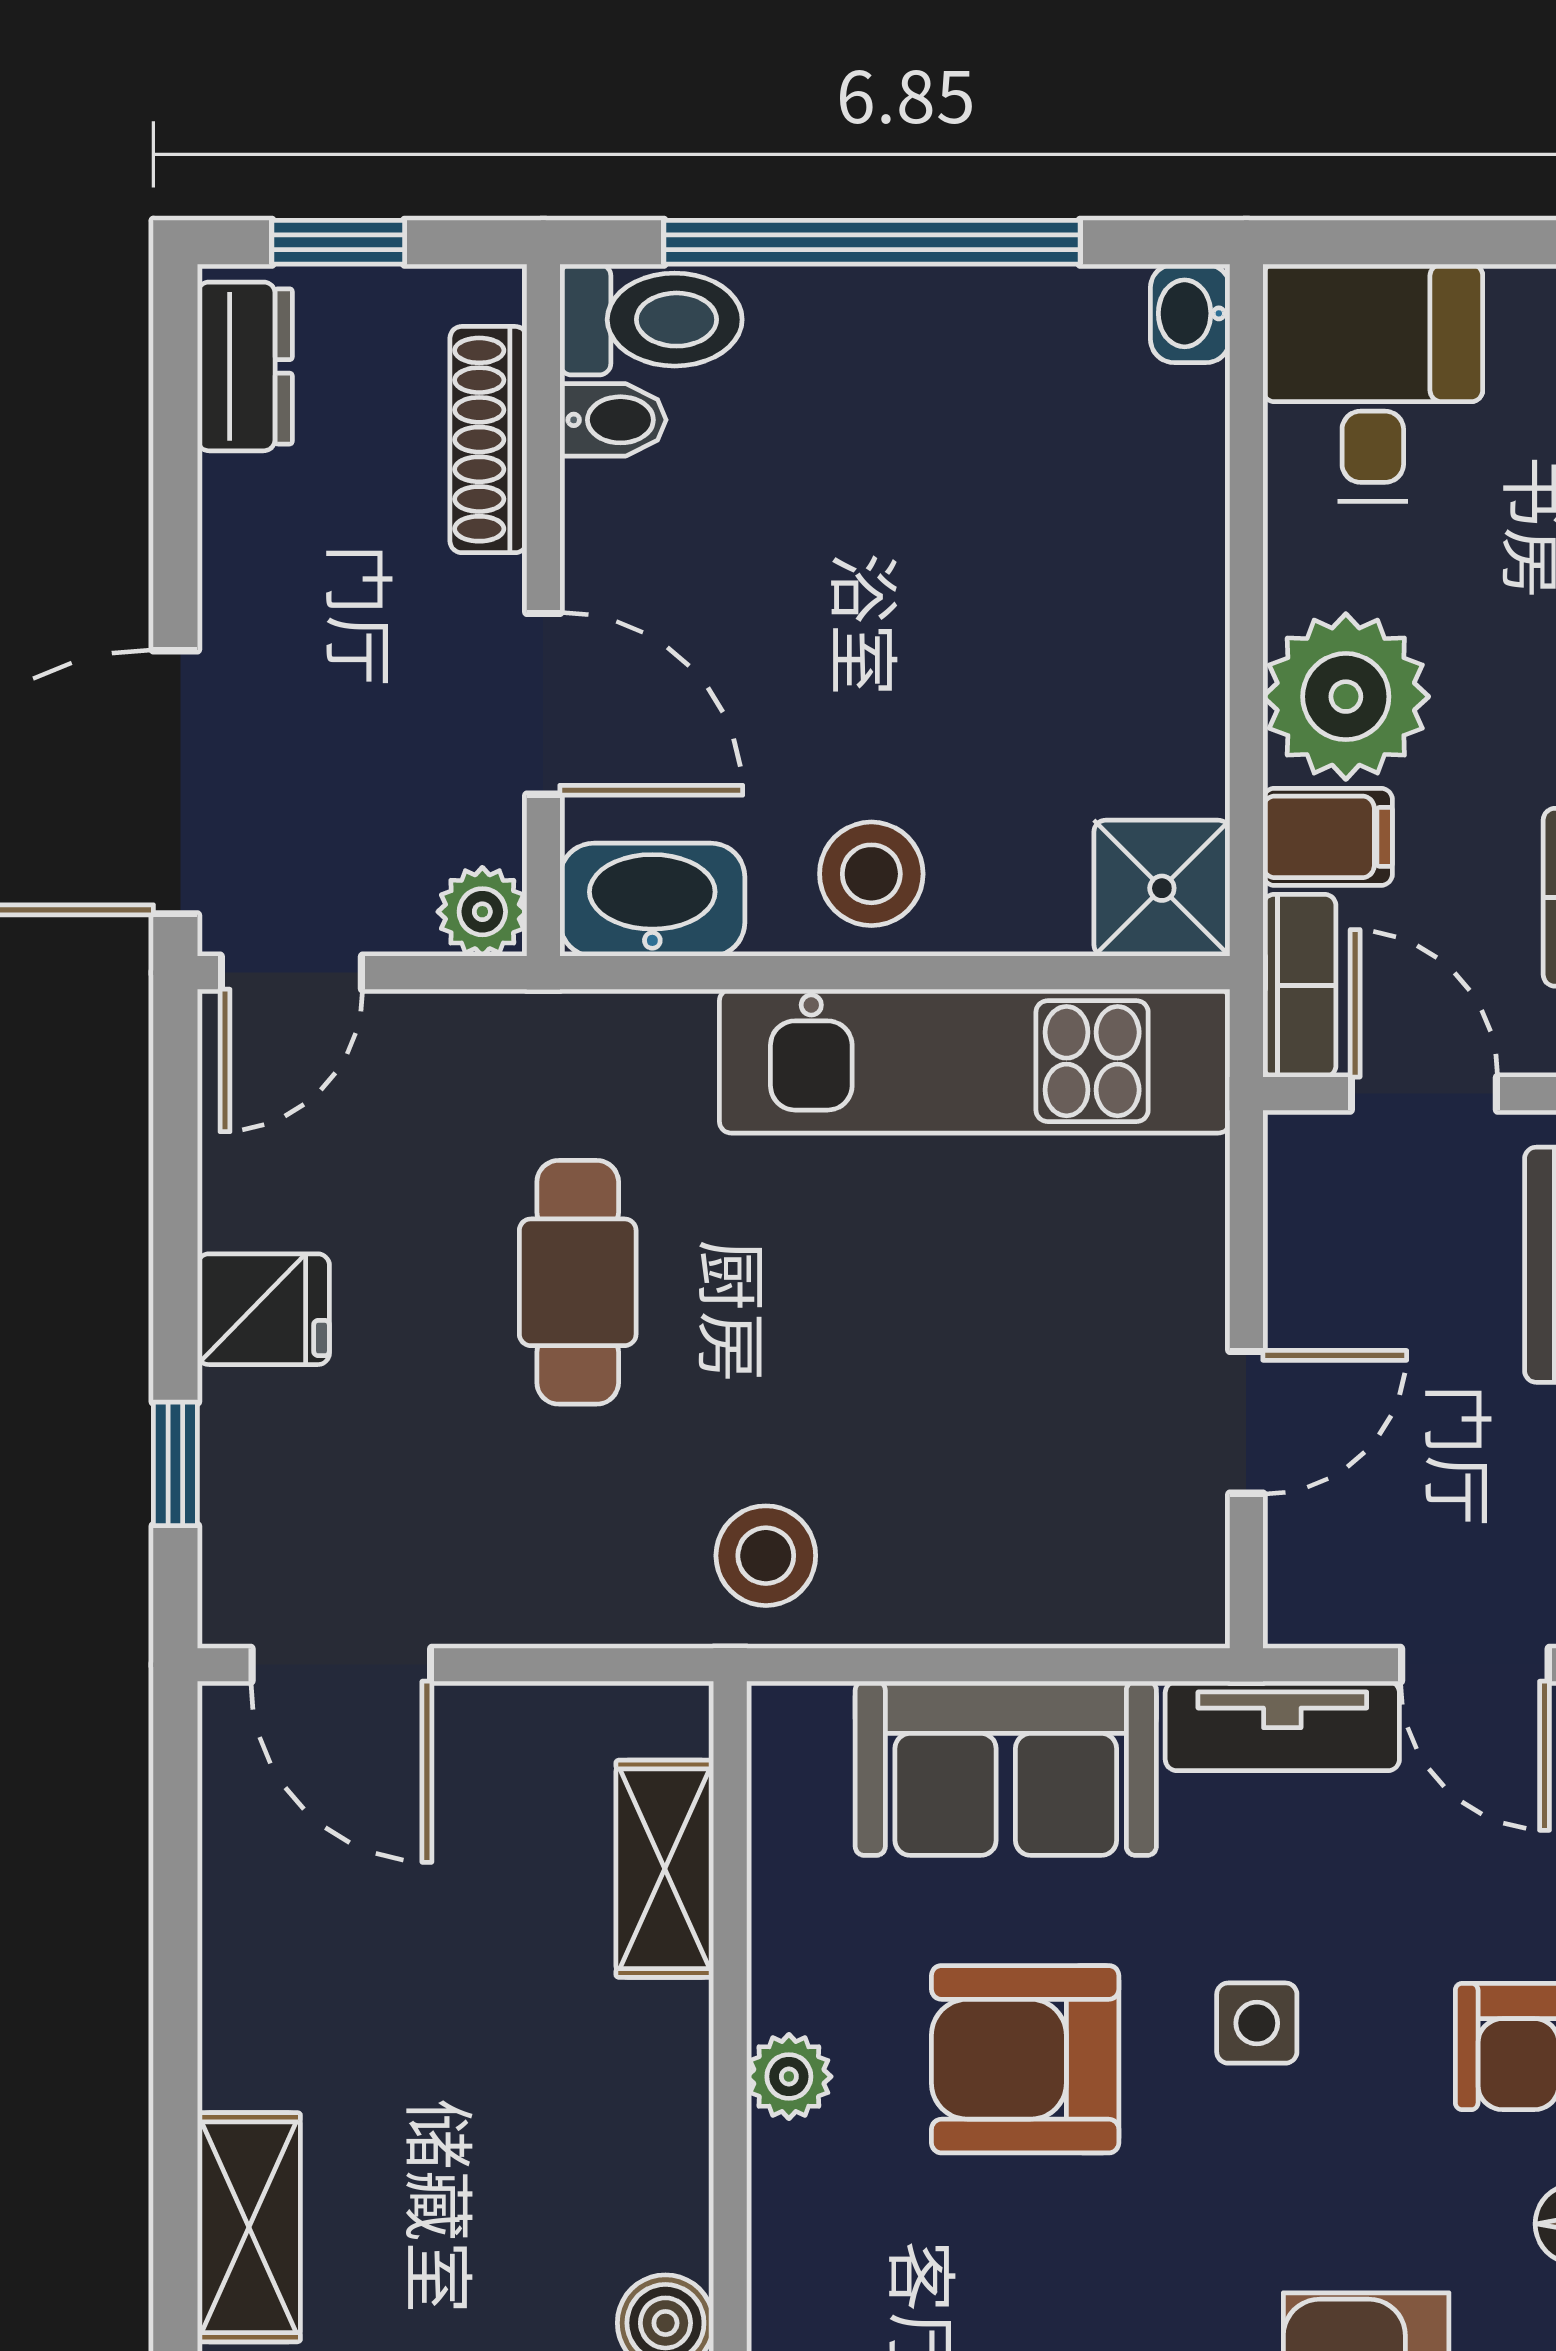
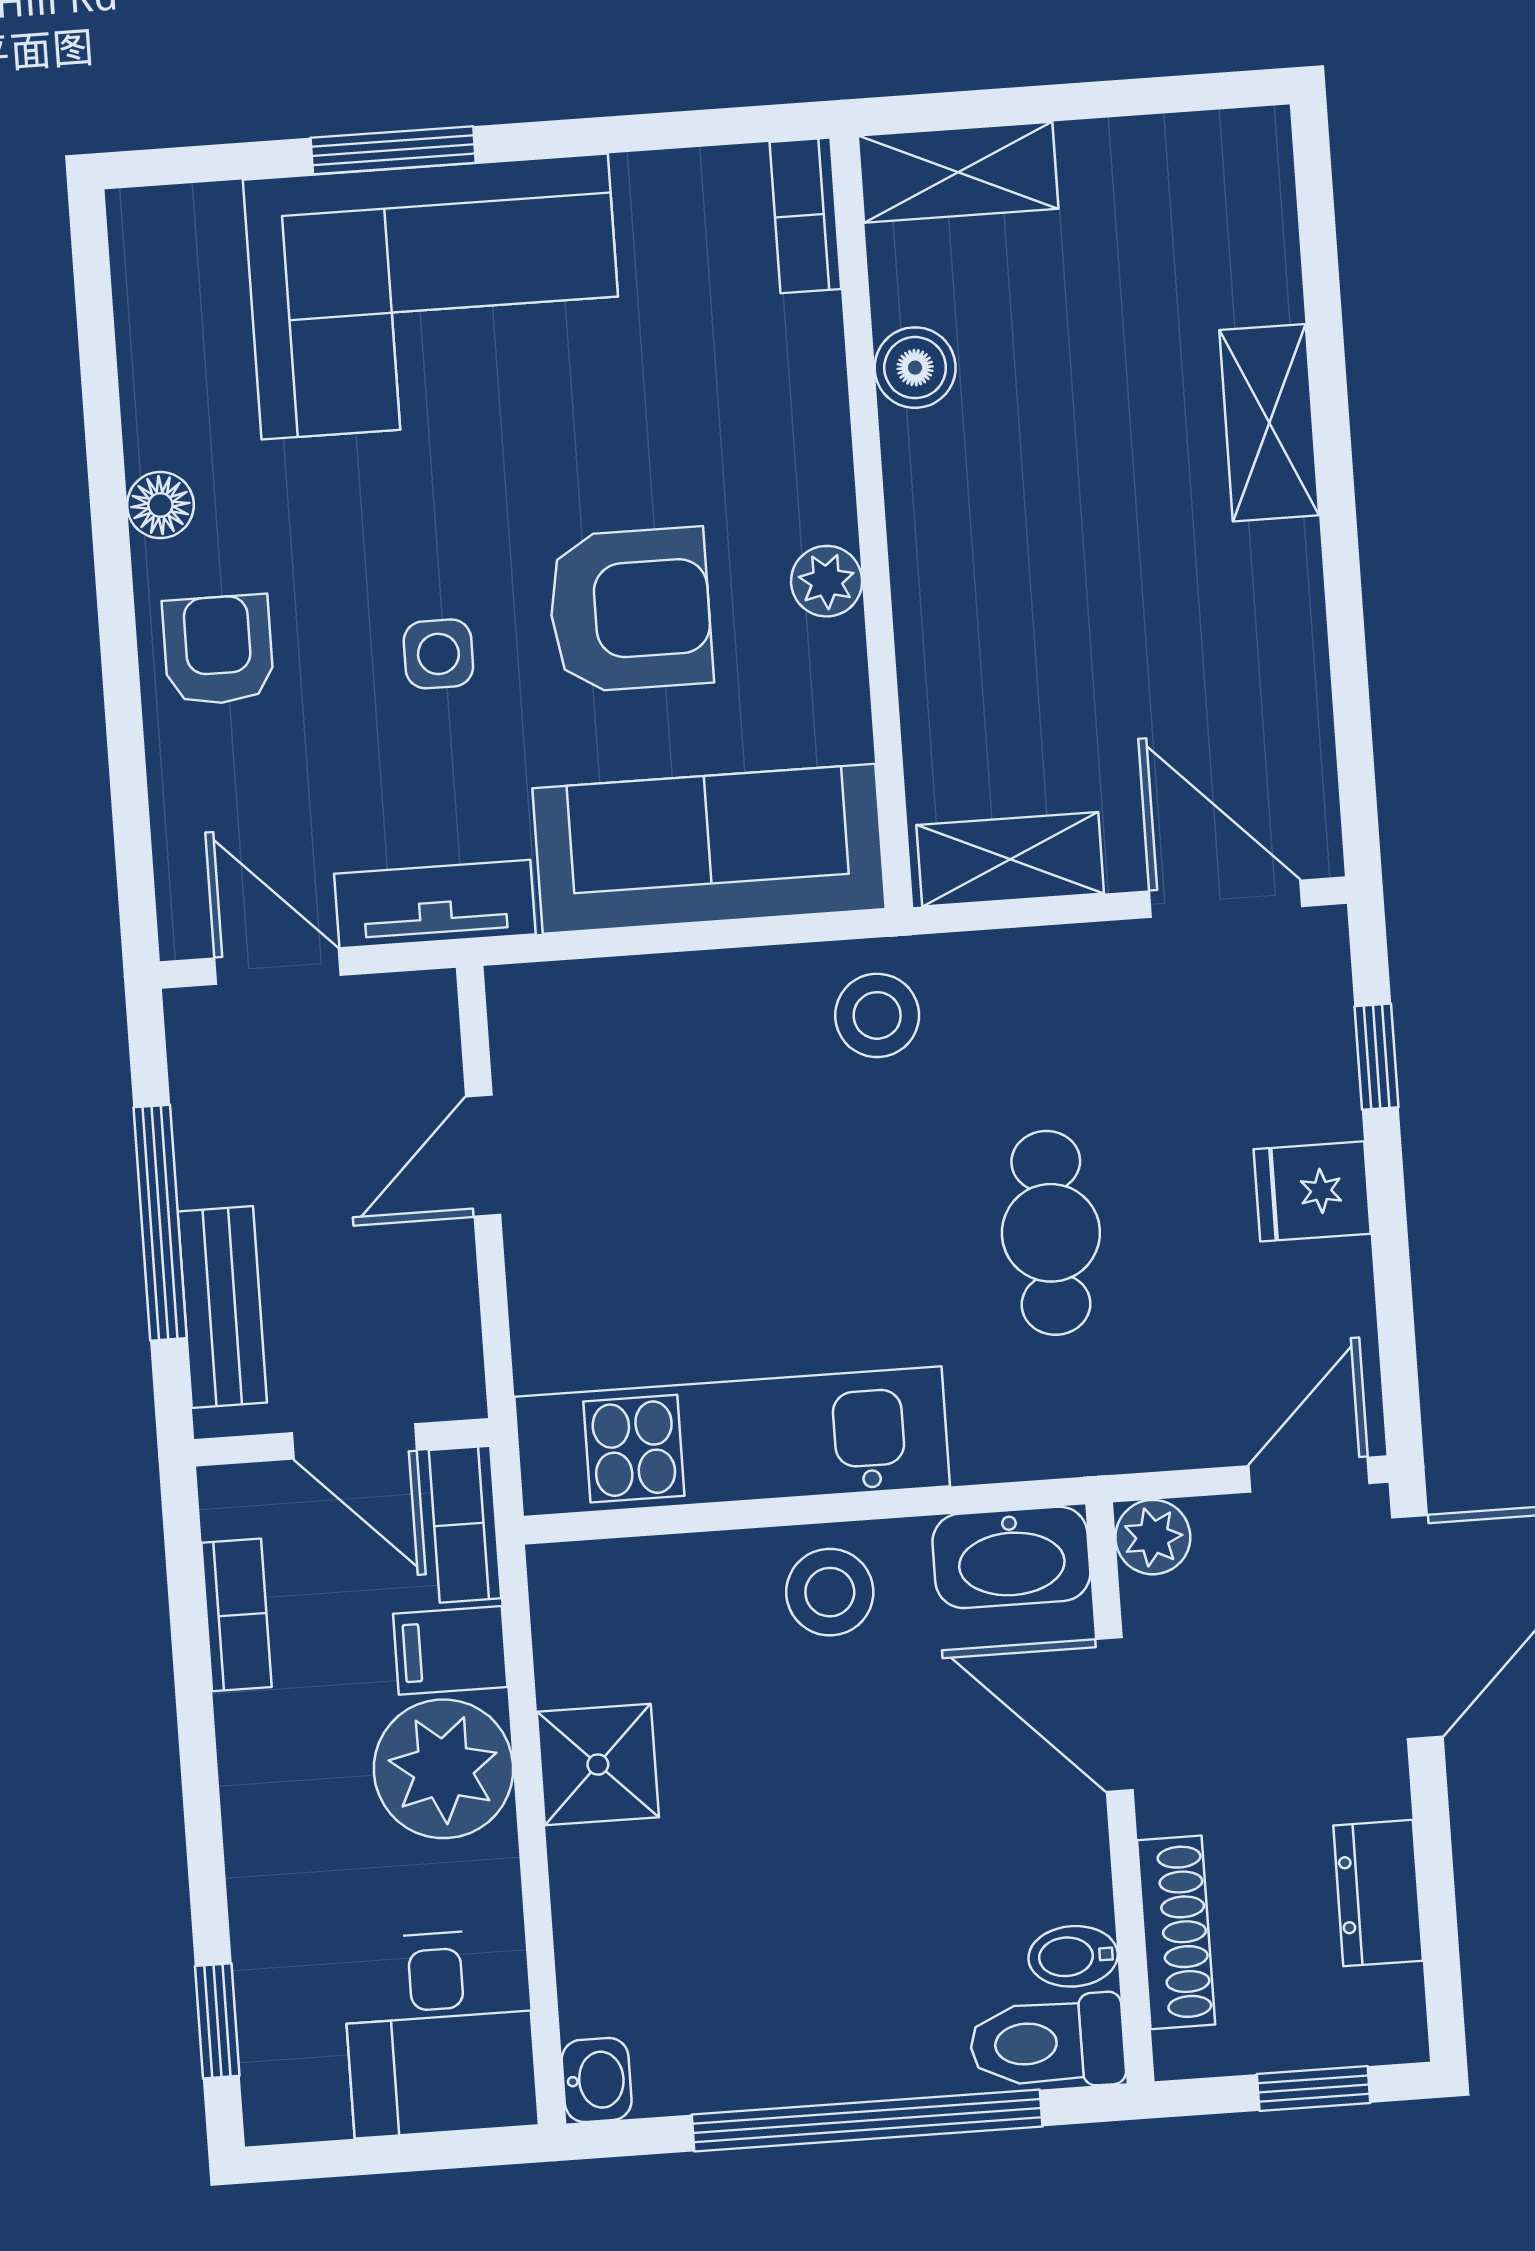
dresser: (245, 366) -> (1378, 1893), moved
shower: (1162, 888) -> (598, 1765), moved
sofa: (1006, 1768) -> (709, 849), width x1.36
shelving: (665, 1869) -> (1010, 859), moved, turned 90

